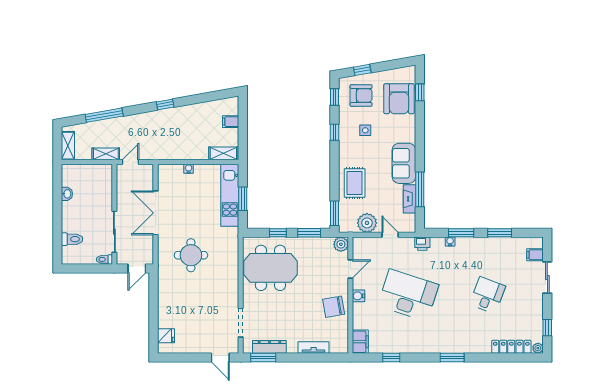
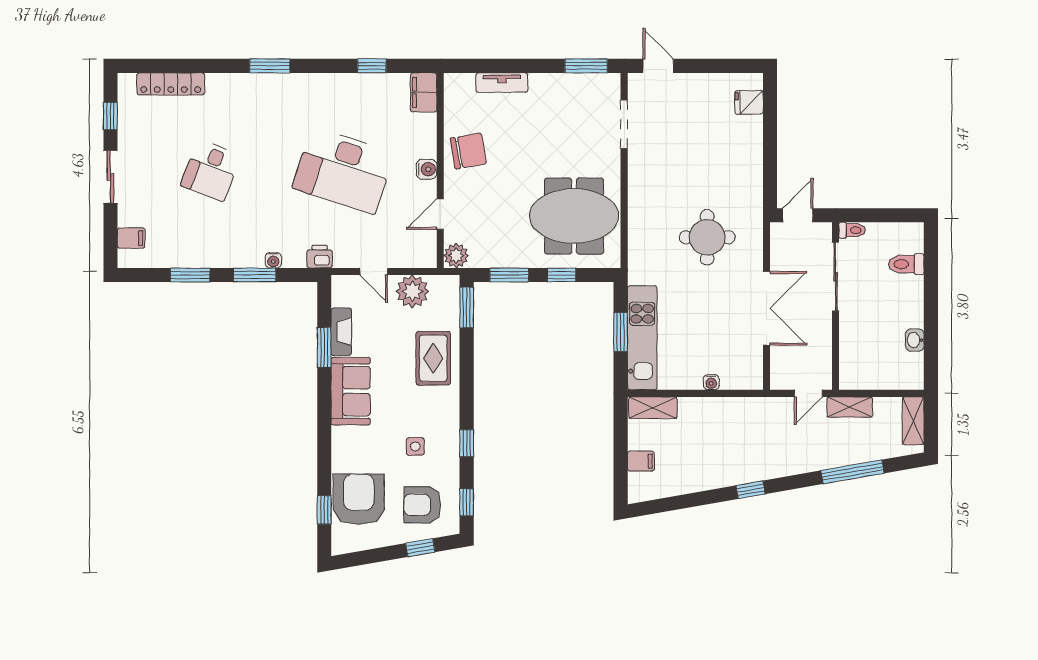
window: (420, 189) -> (324, 347), width x0.69
sliding door: (547, 278) -> (110, 177), moved
dresser: (269, 347) -> (576, 84), removed
plant: (538, 348) -> (126, 82), removed

